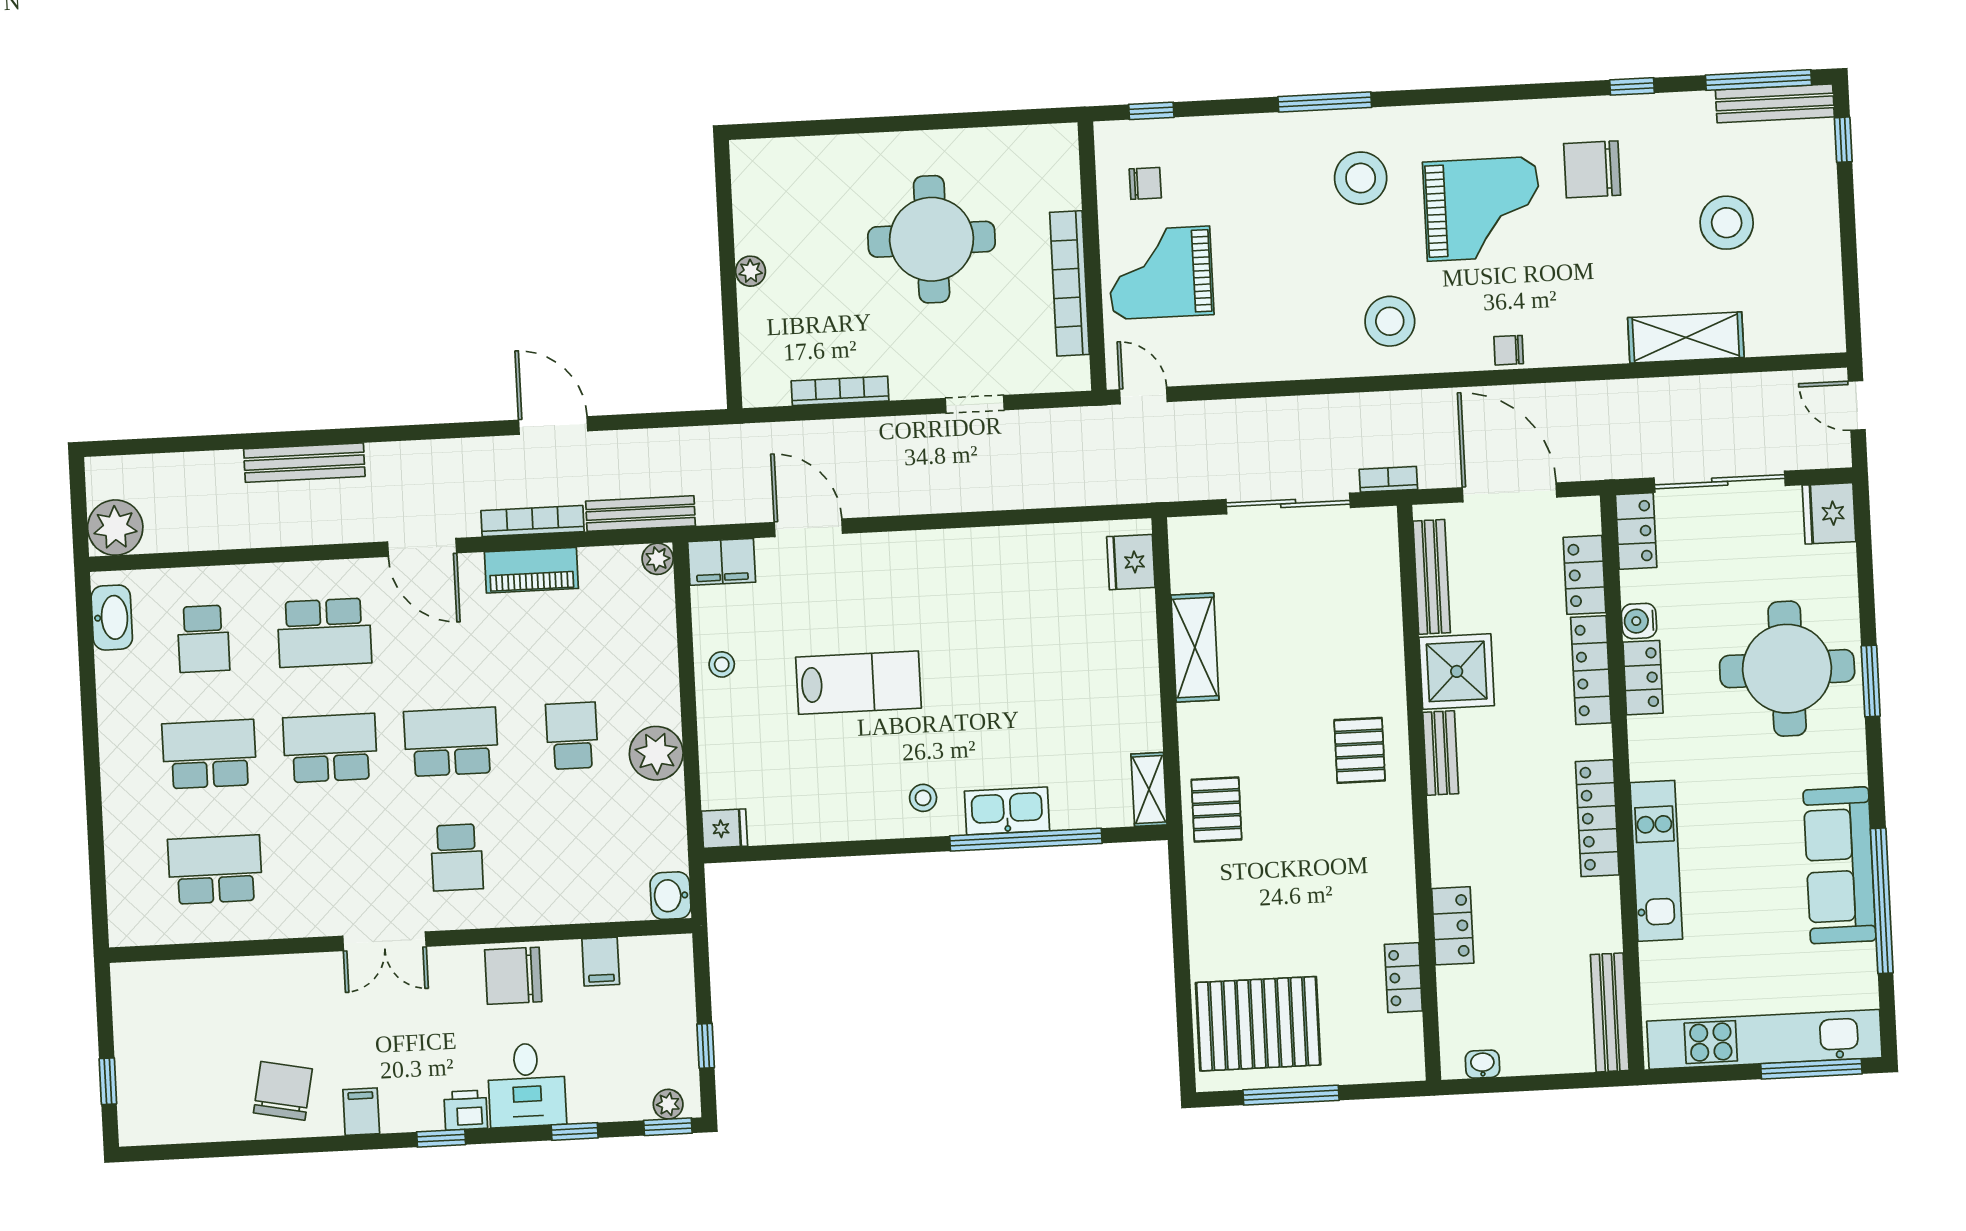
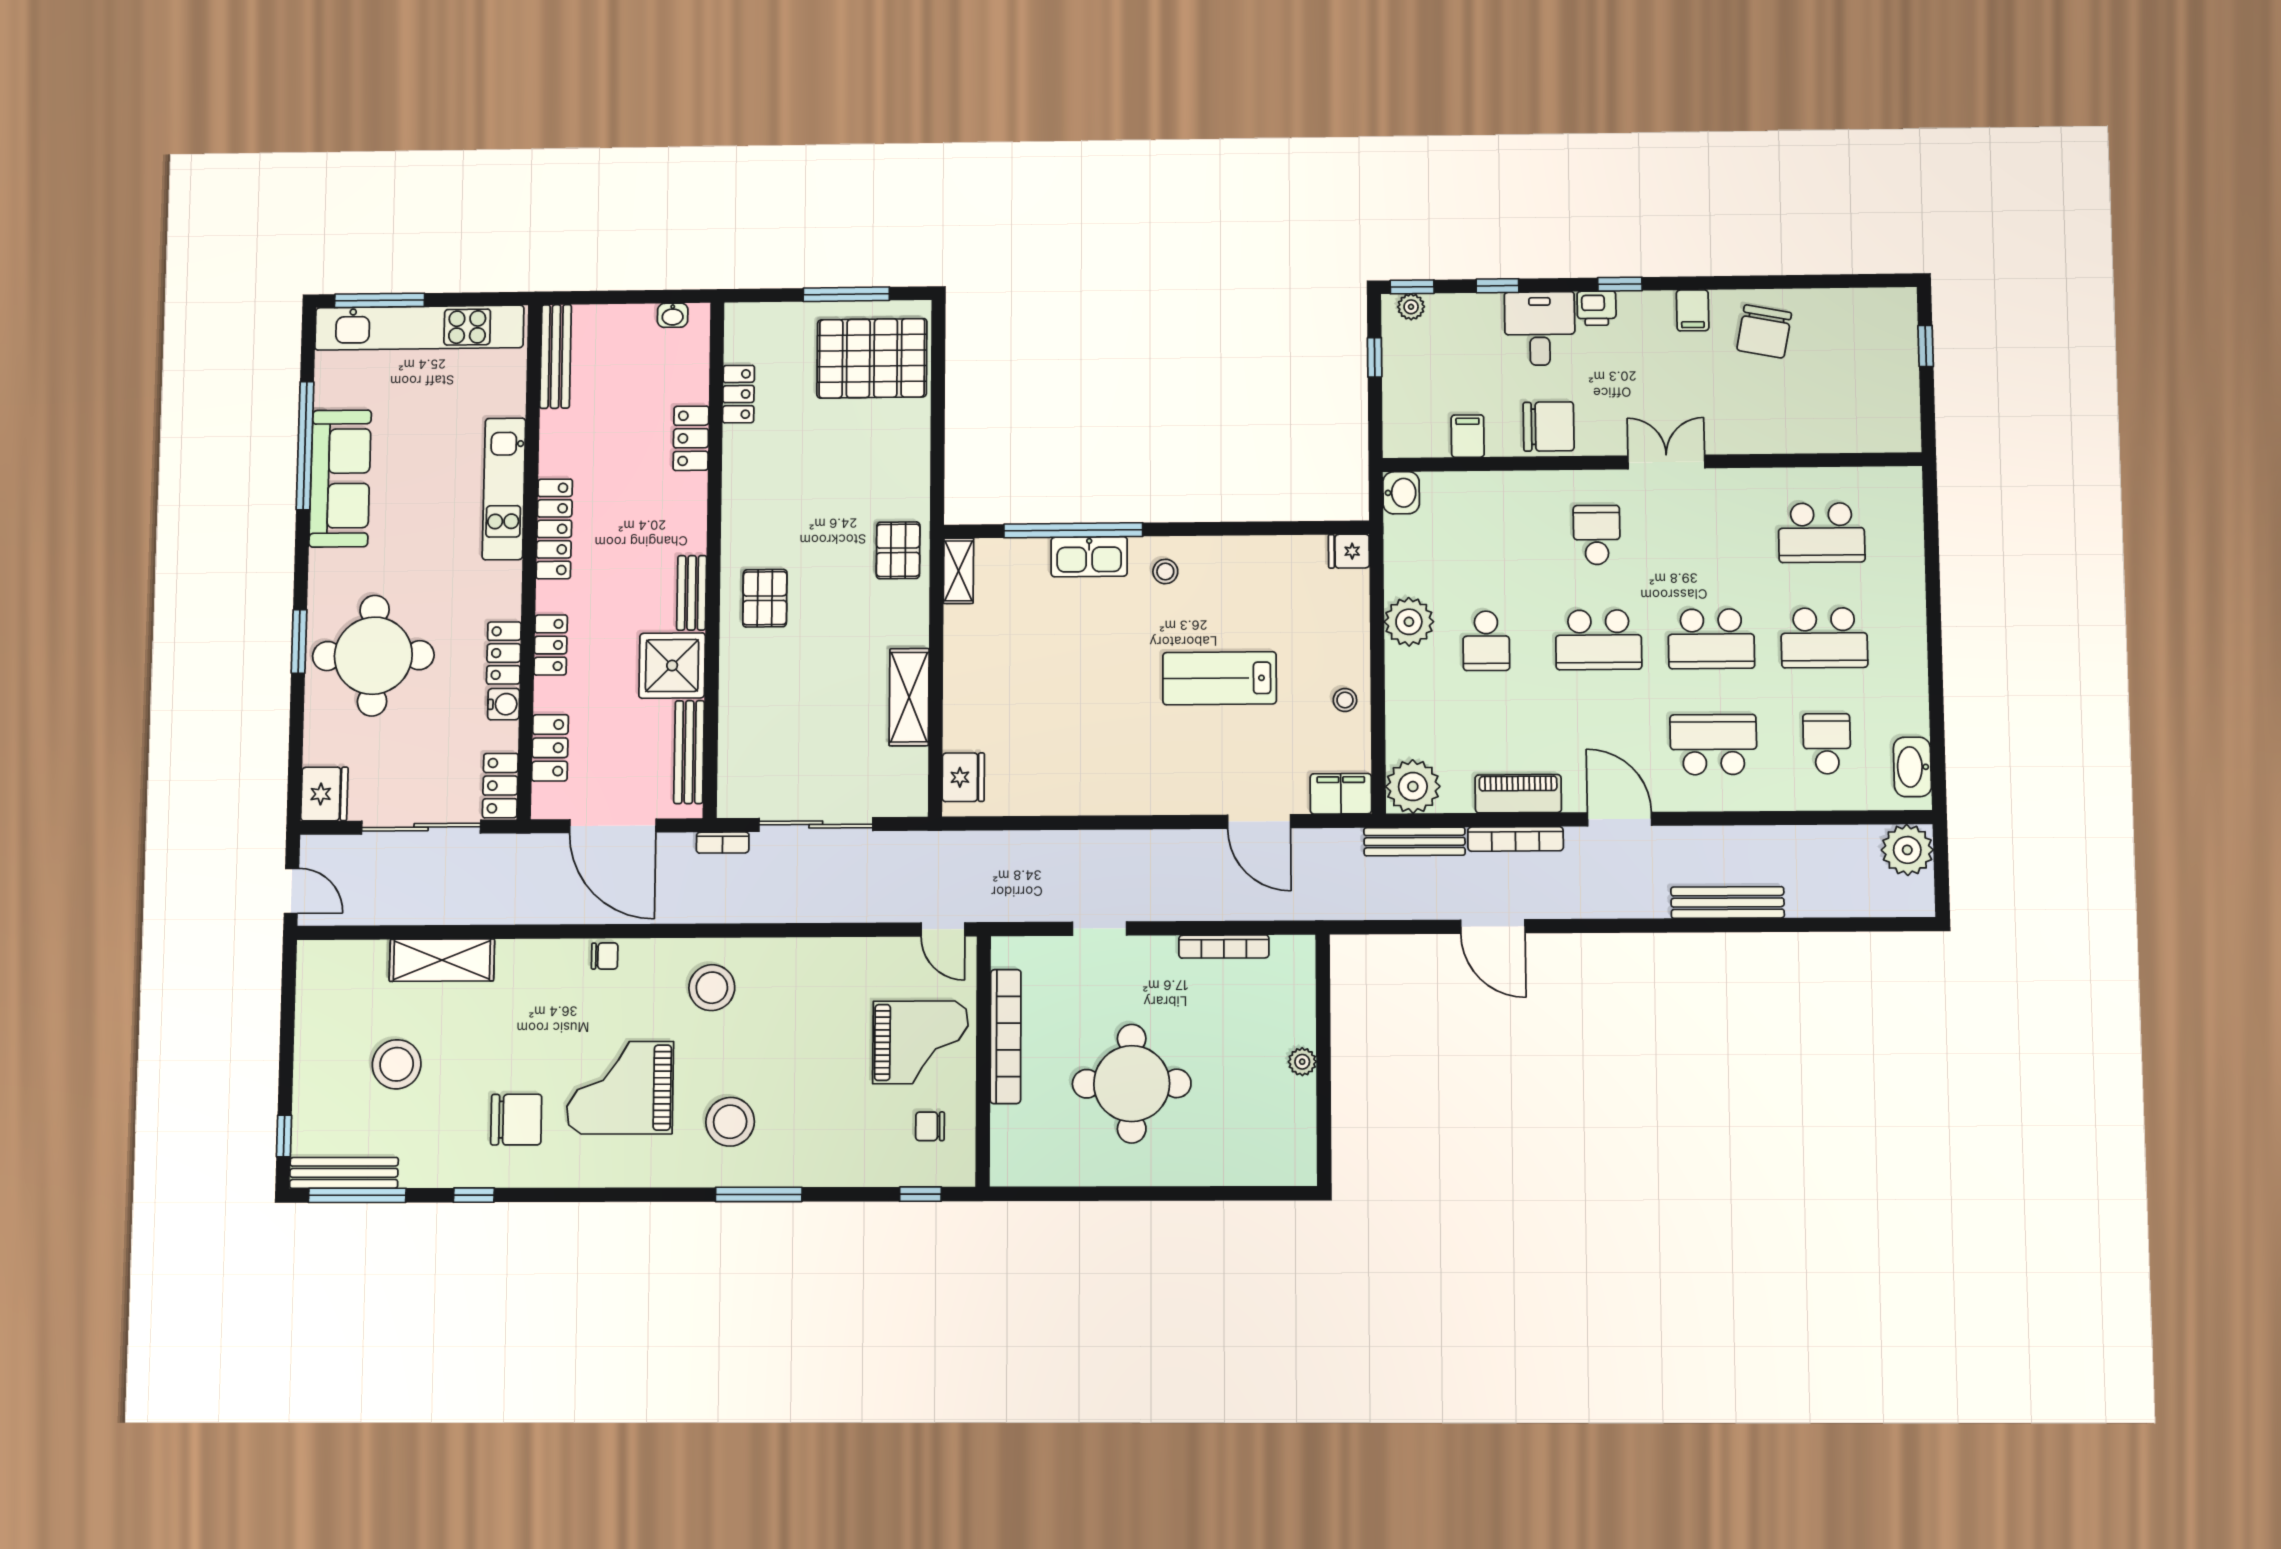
plant: (658, 559) -> (1413, 787), width x1.87, depth x1.87
locker: (1591, 670) -> (551, 645), width x0.66

